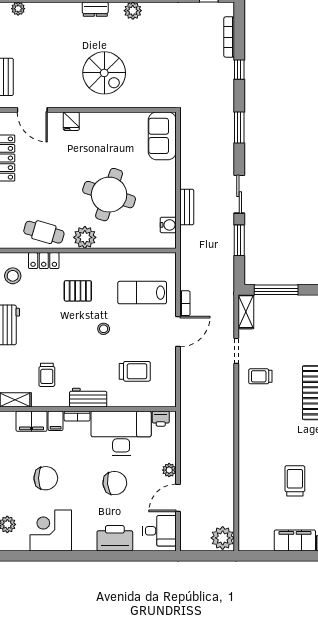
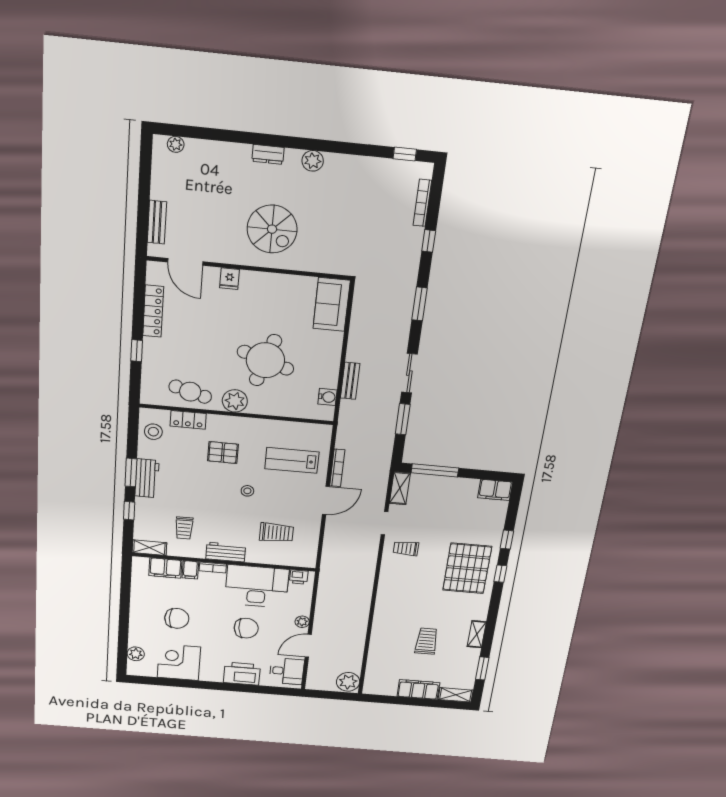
bookcase: (185, 303) -> (337, 468), width x1.56

